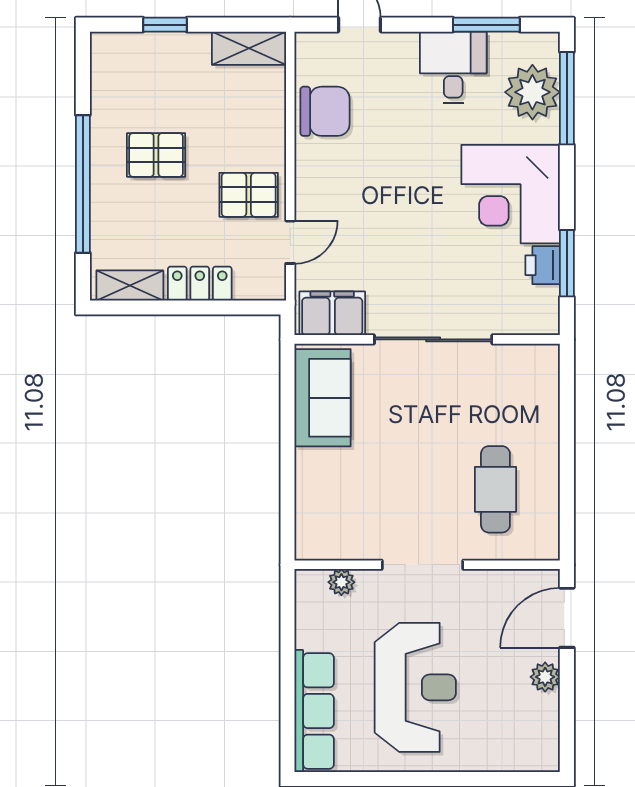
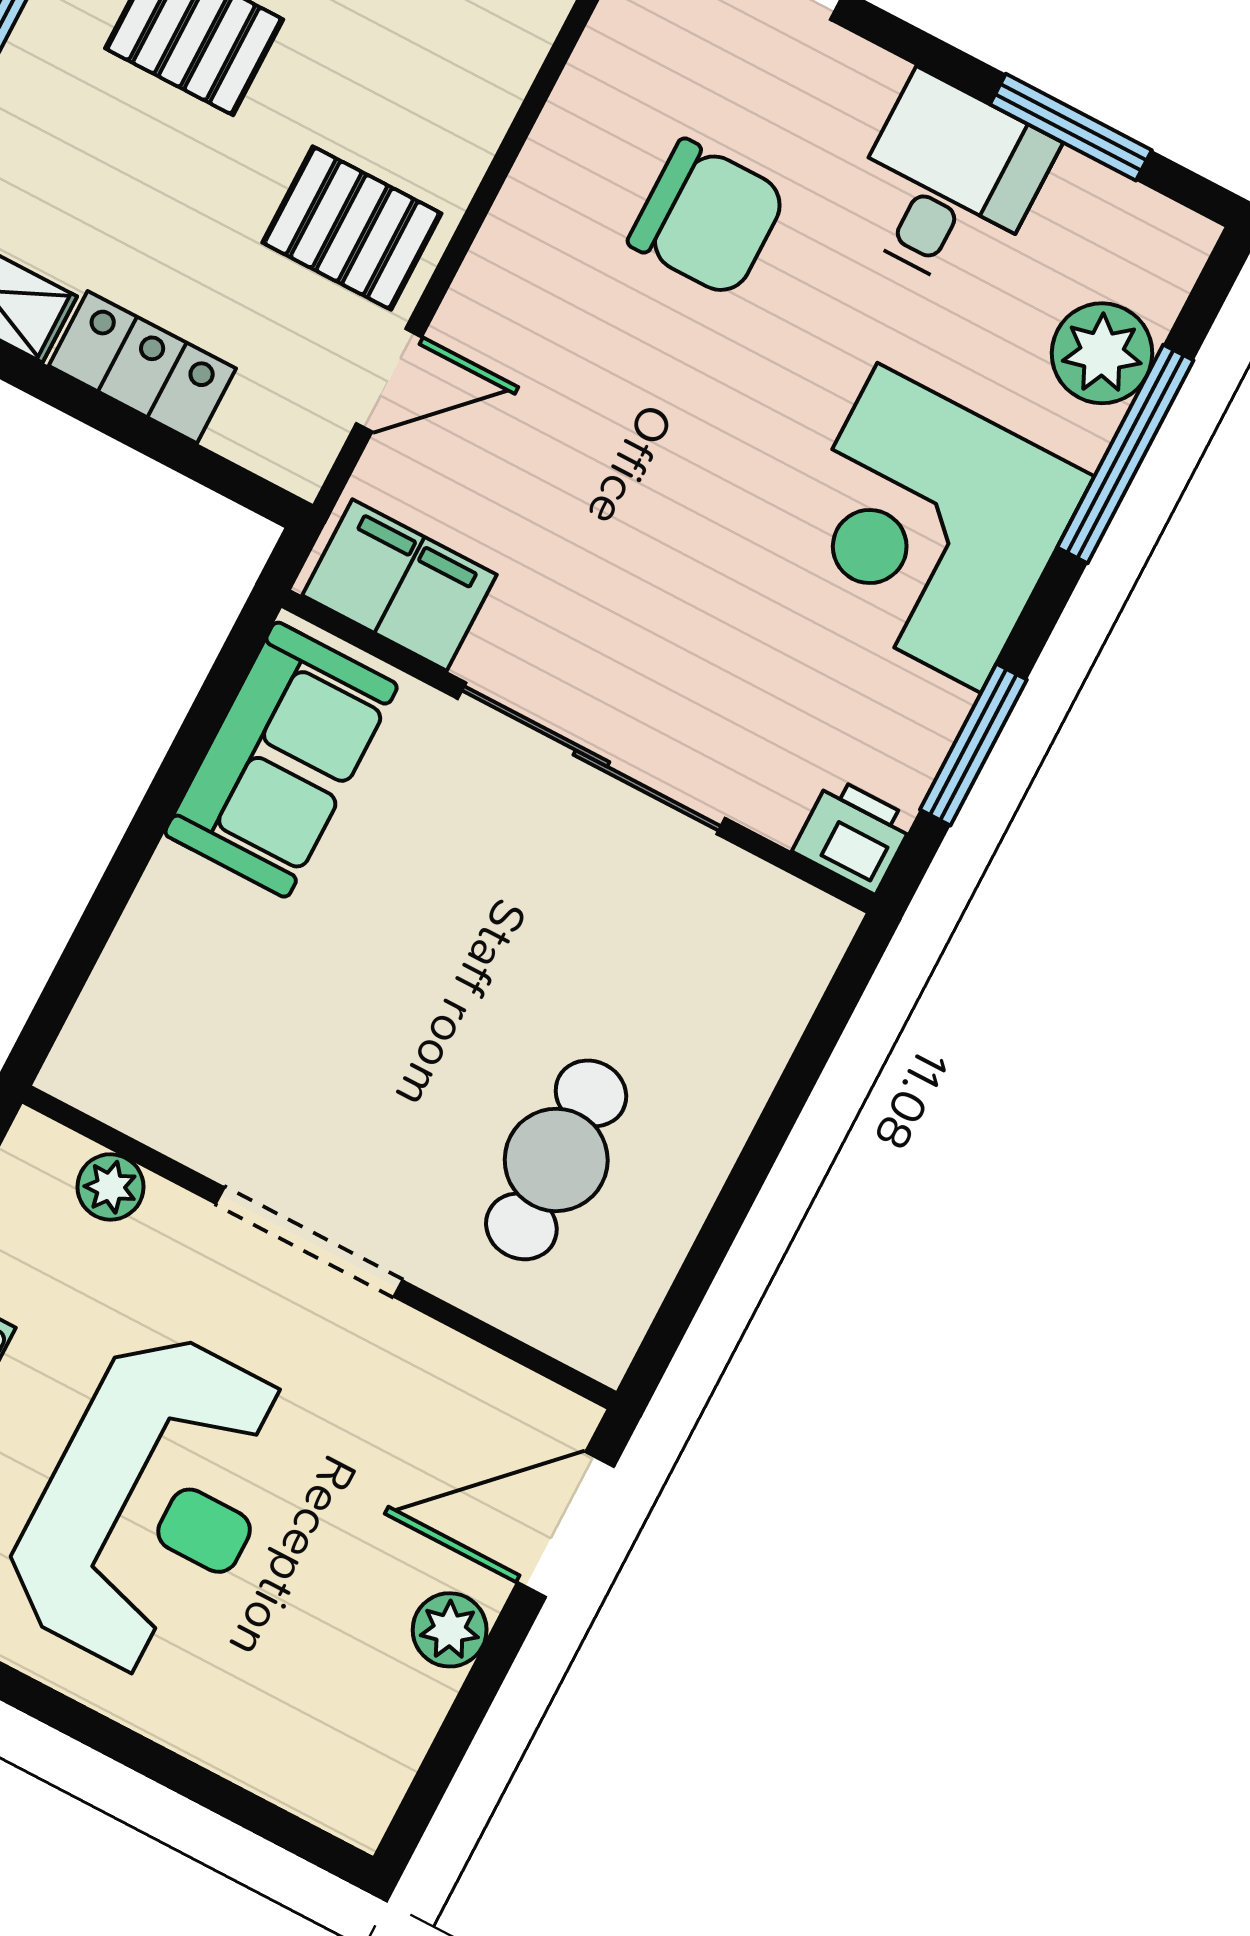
plant: (532, 92) -> (1102, 353), width x0.73, depth x0.73
window: (567, 98) -> (1125, 454), moved
chair: (325, 111) -> (708, 218), moved
printer: (543, 265) -> (853, 835), moved, turned 90

